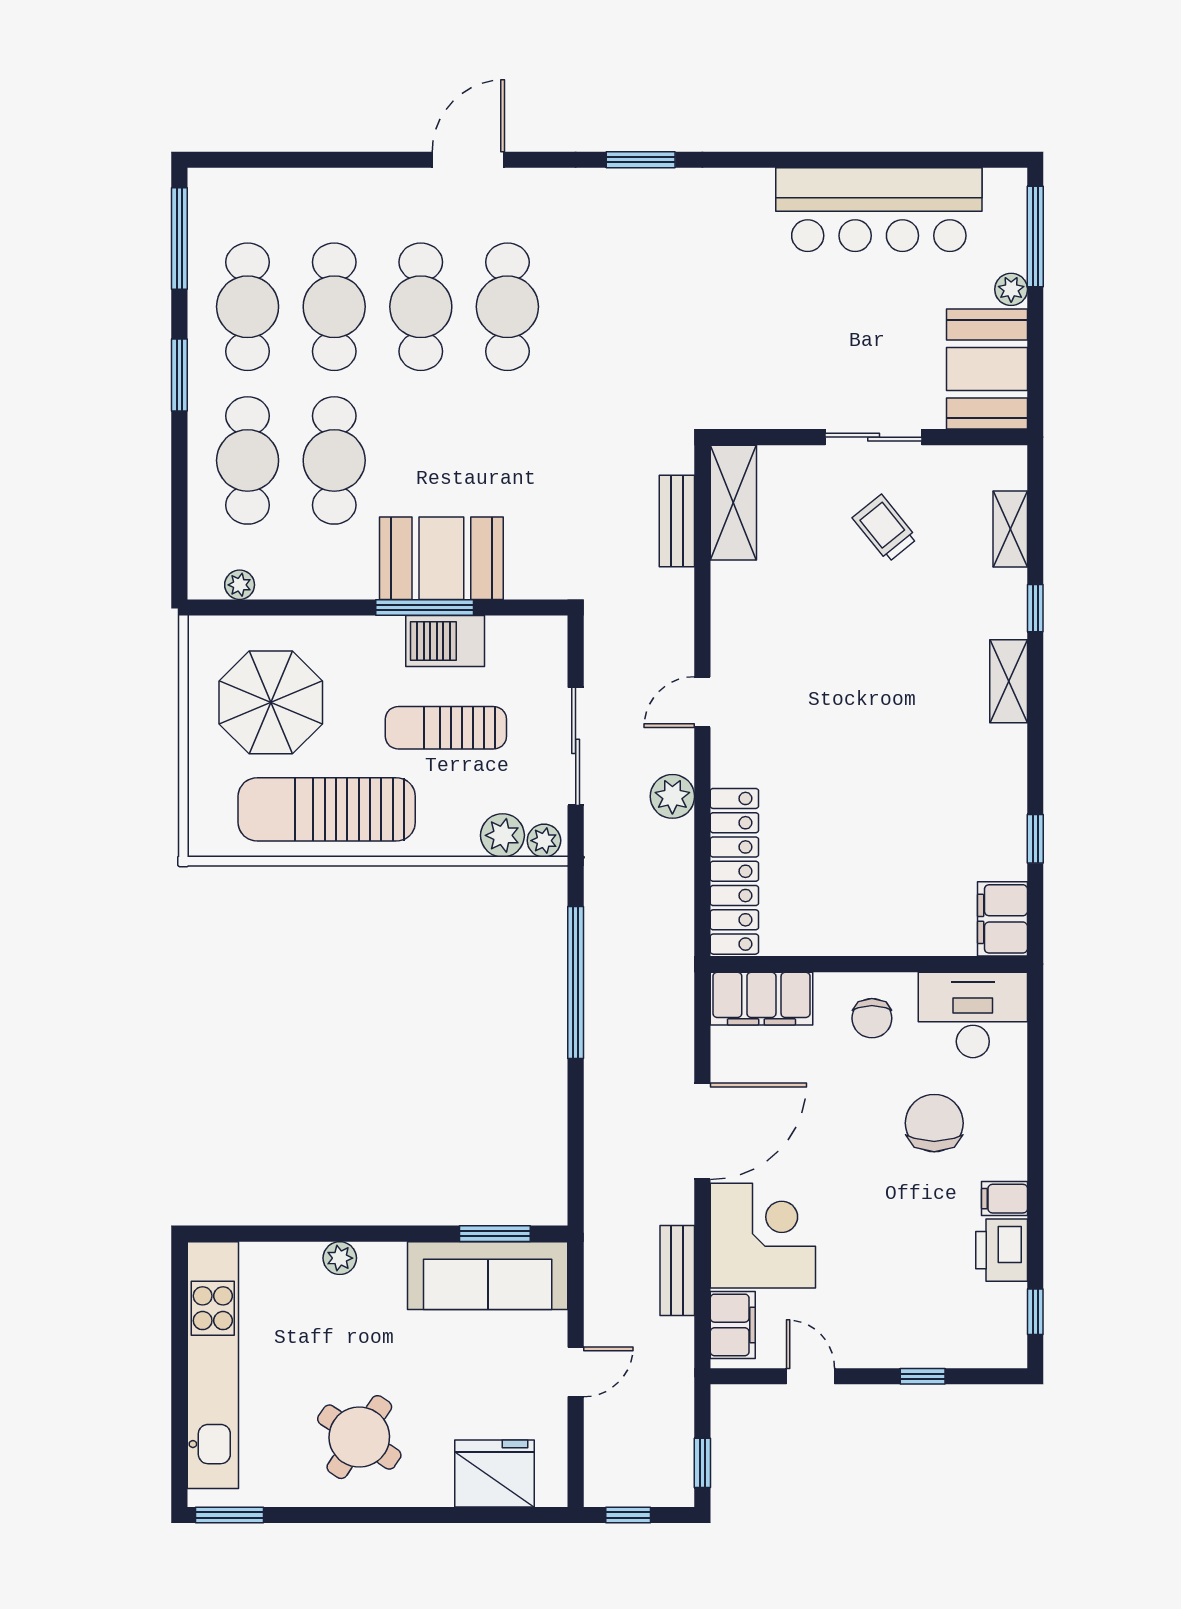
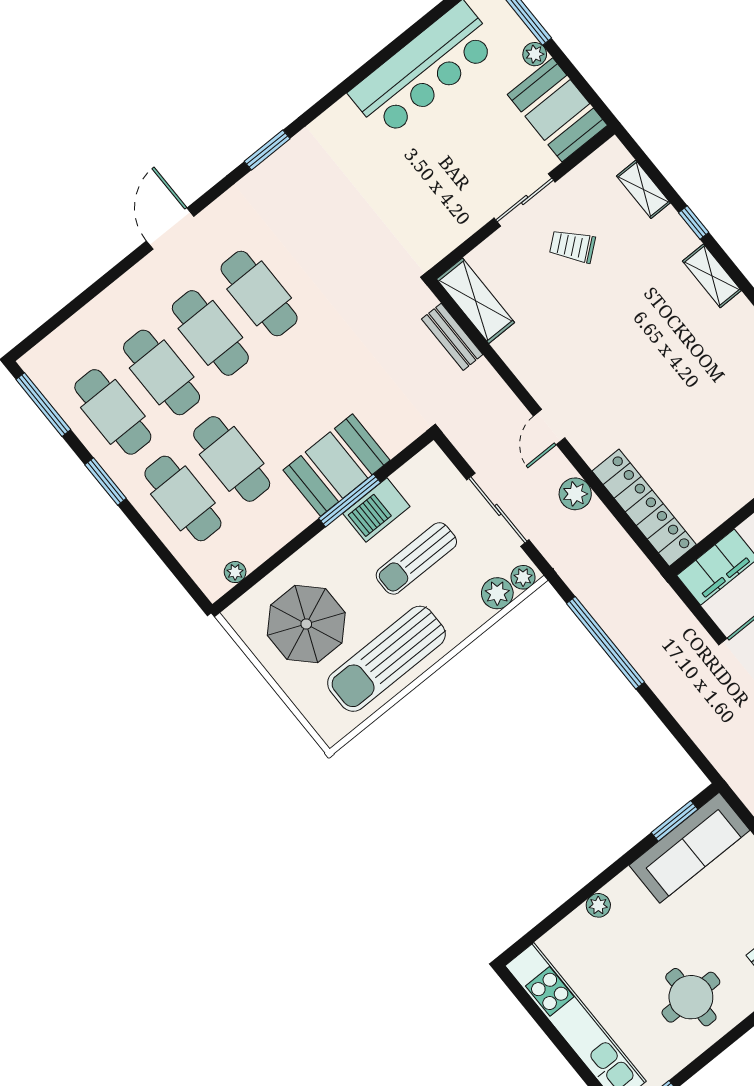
round table: (359, 1437) -> (691, 997), turned -34

